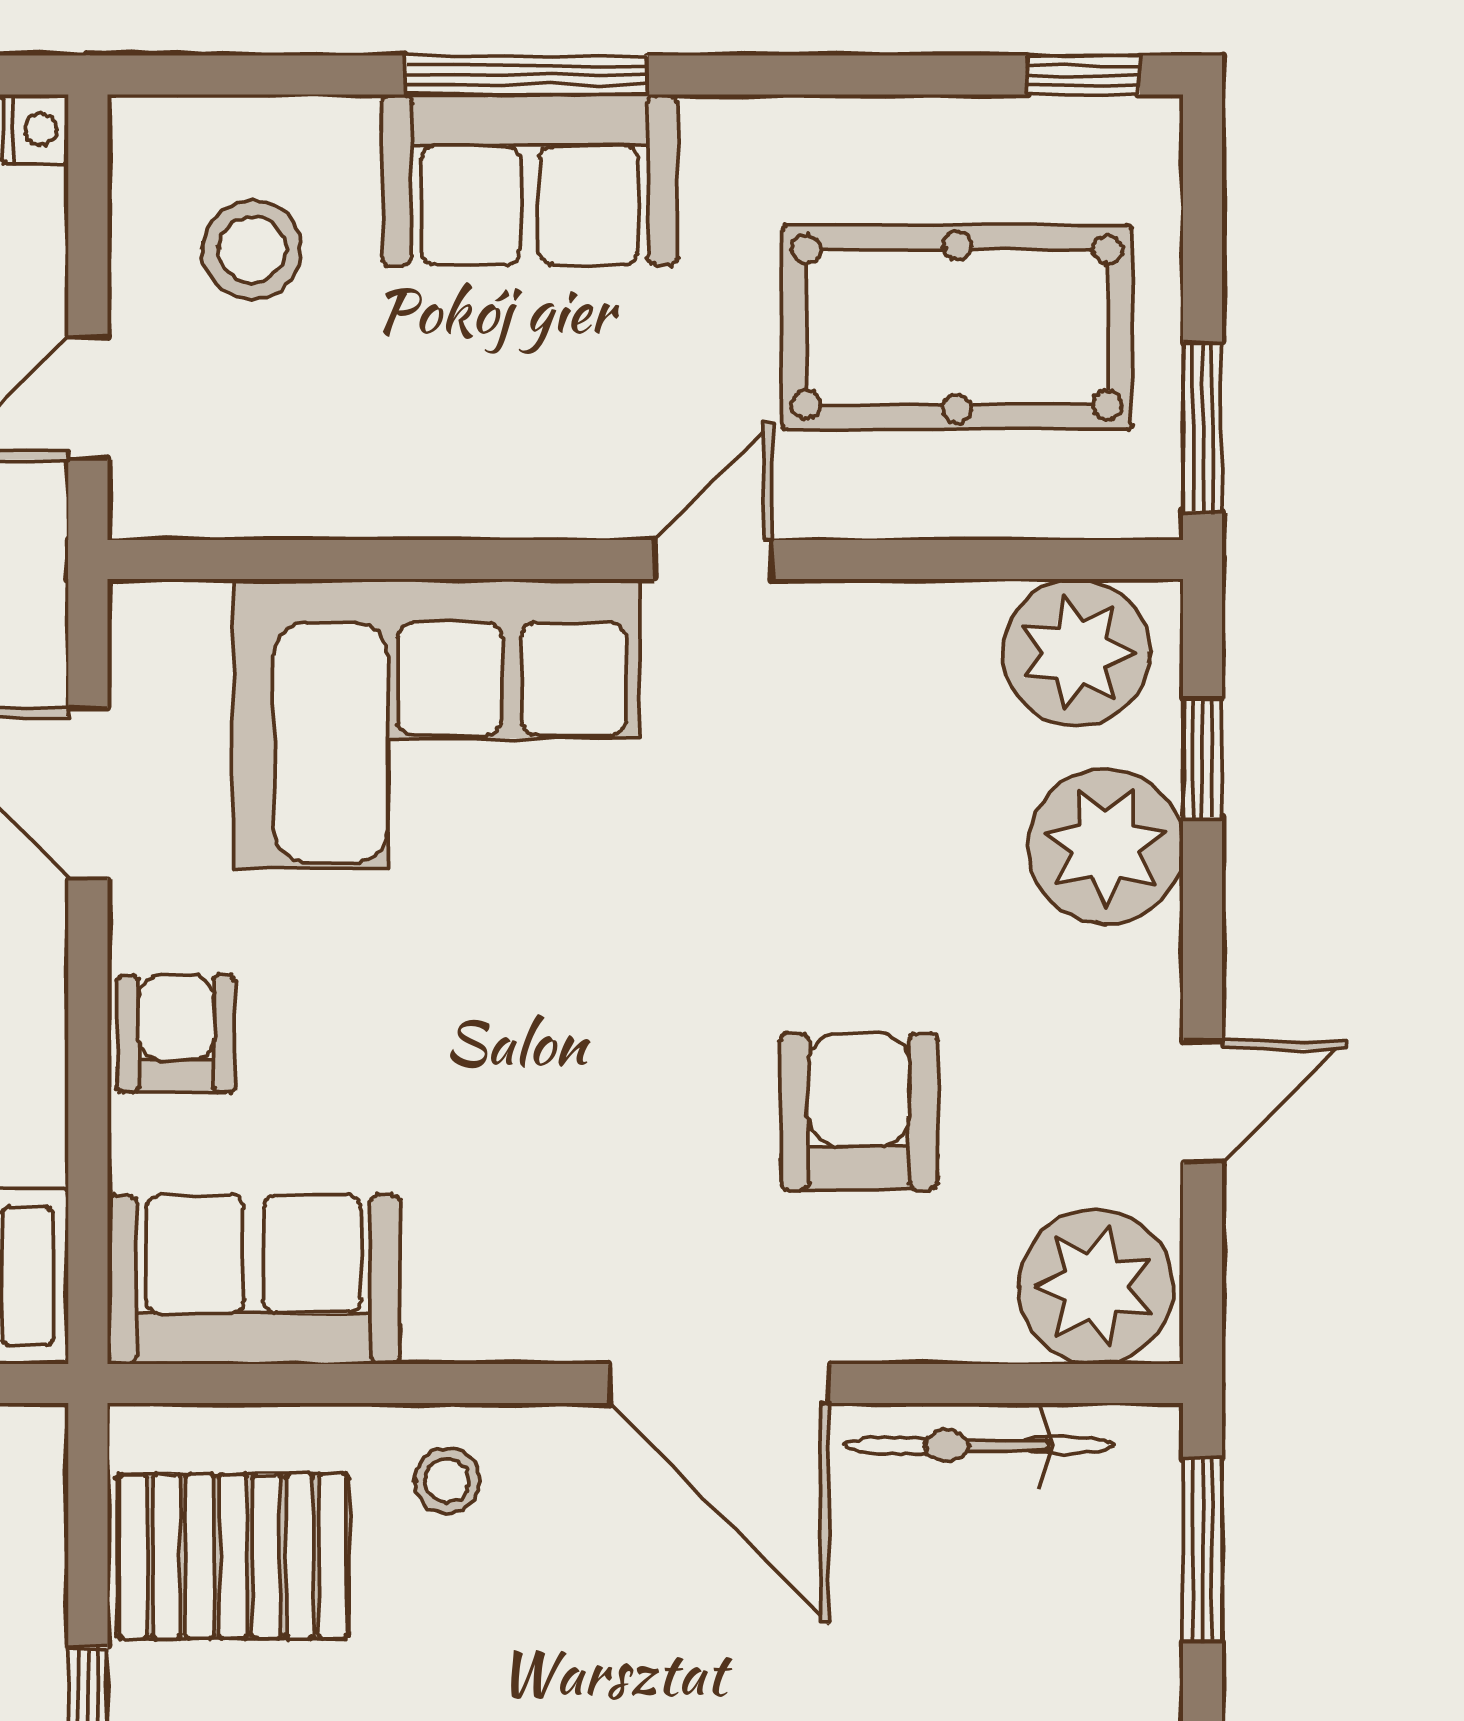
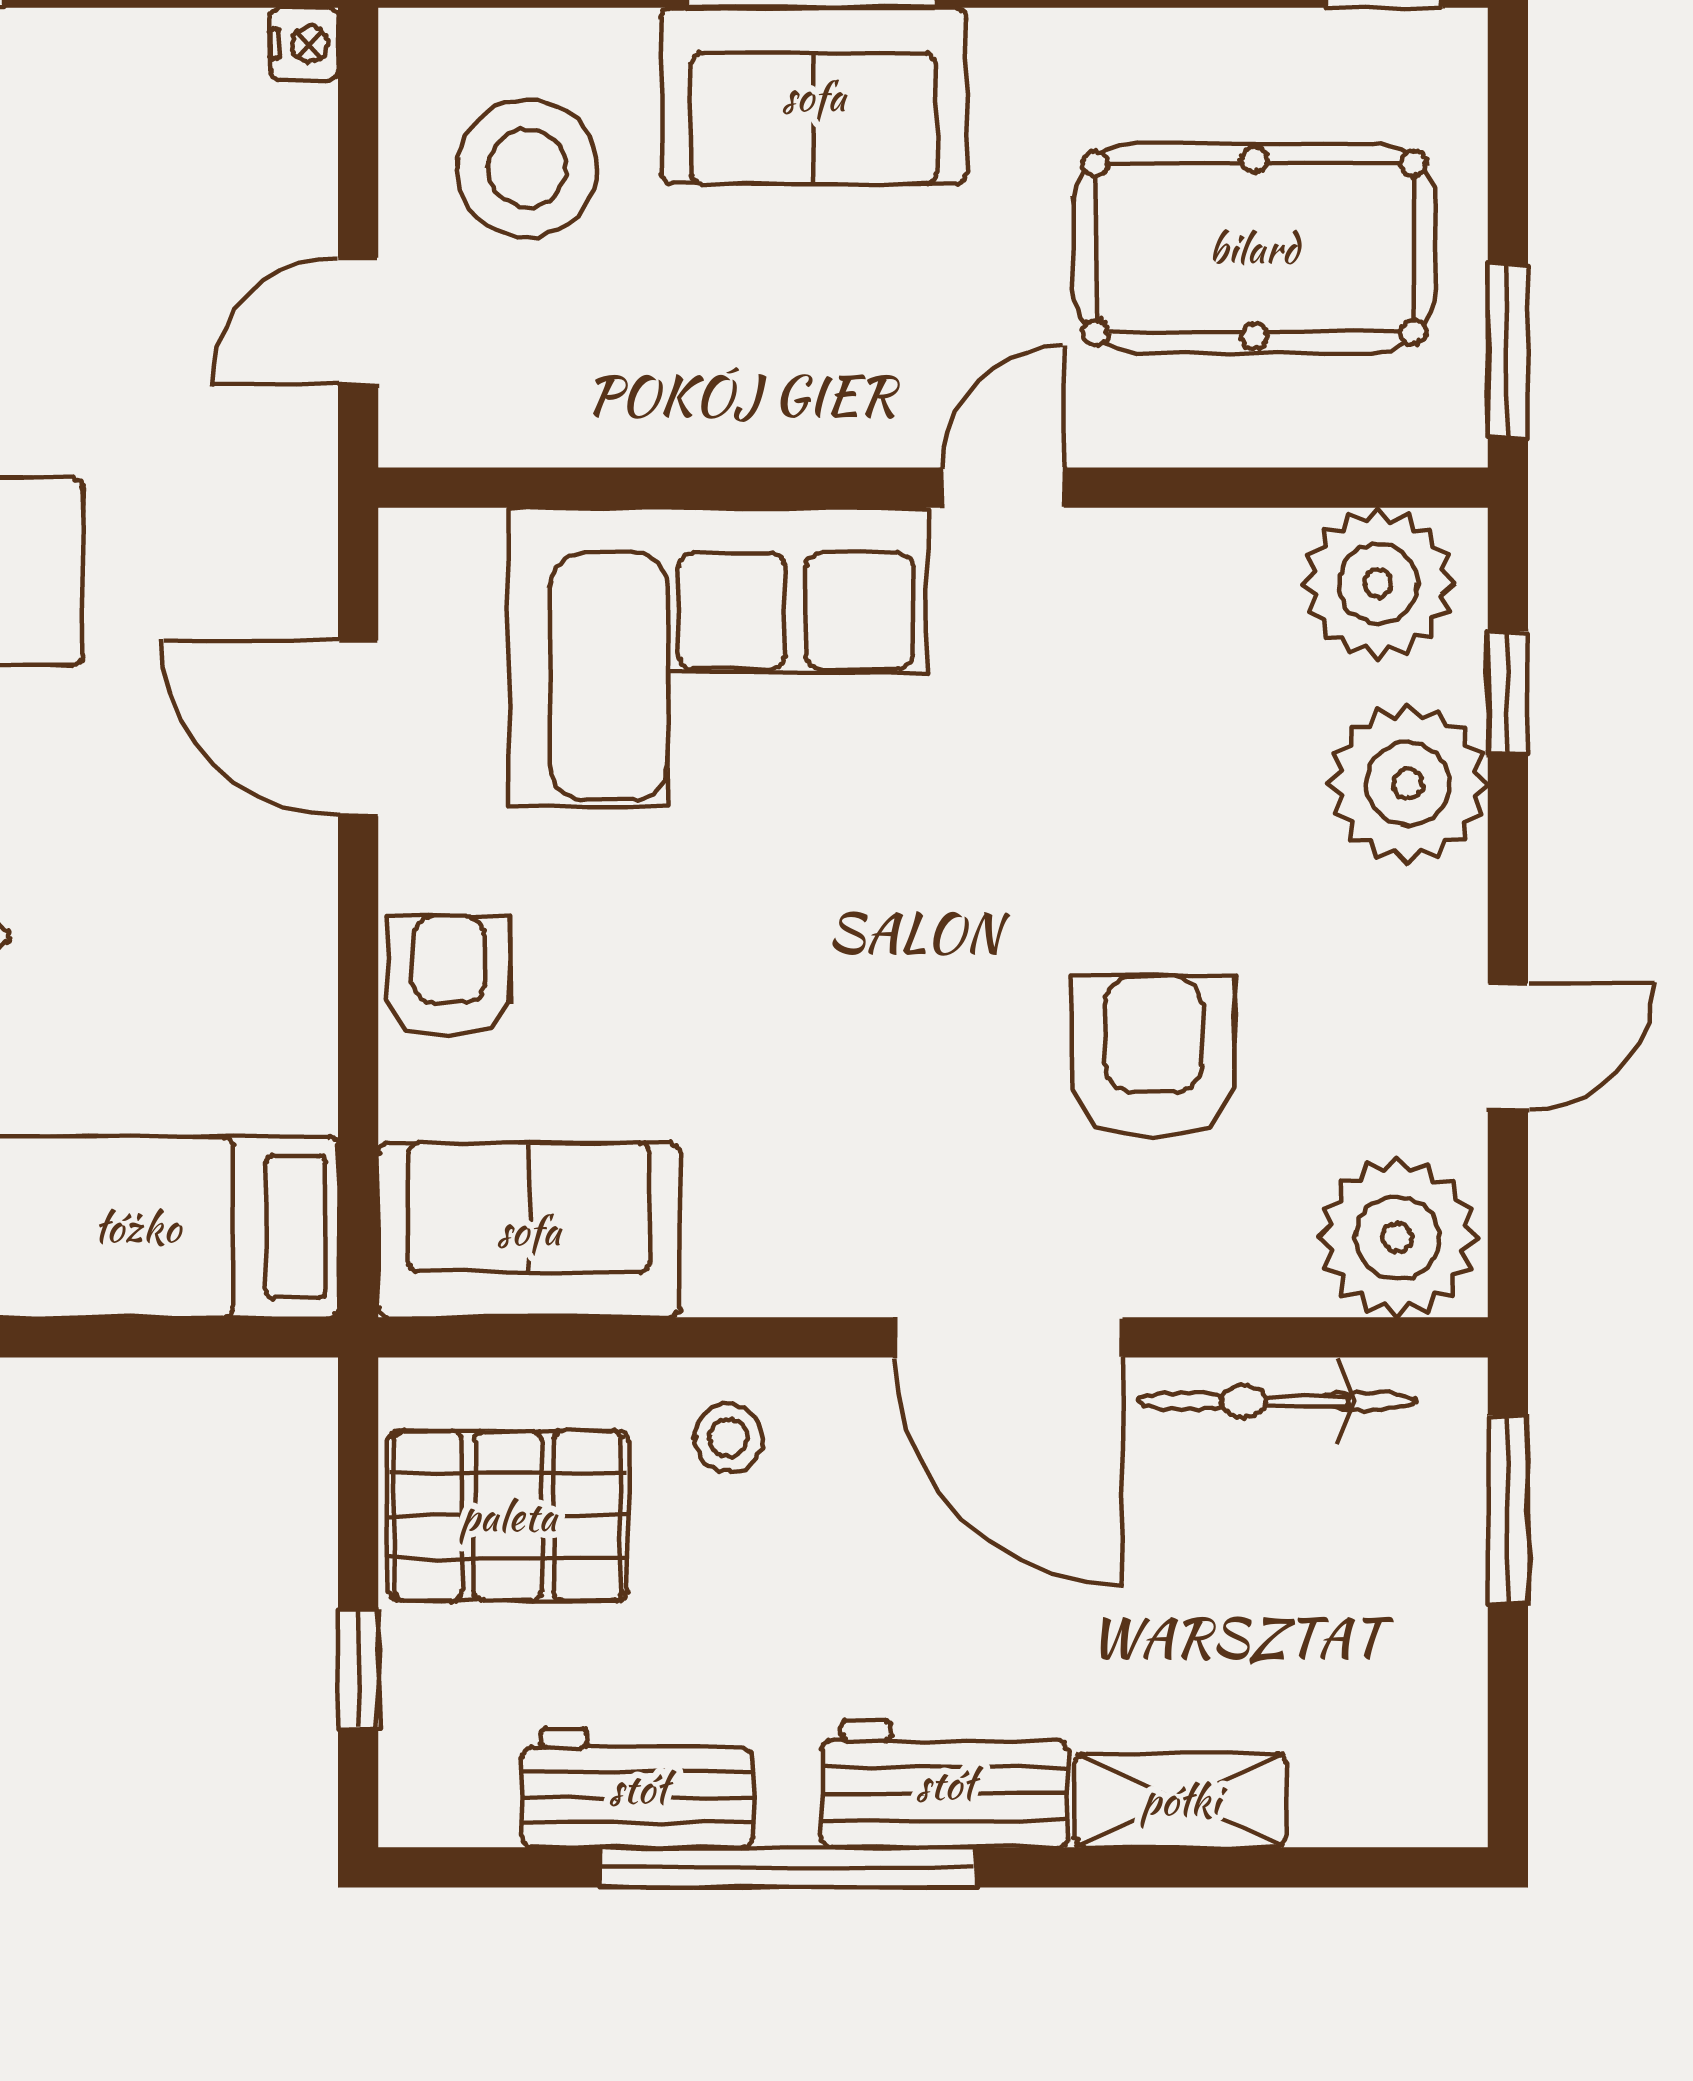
stool: (252, 250) -> (527, 168), width x1.38, depth x1.38

